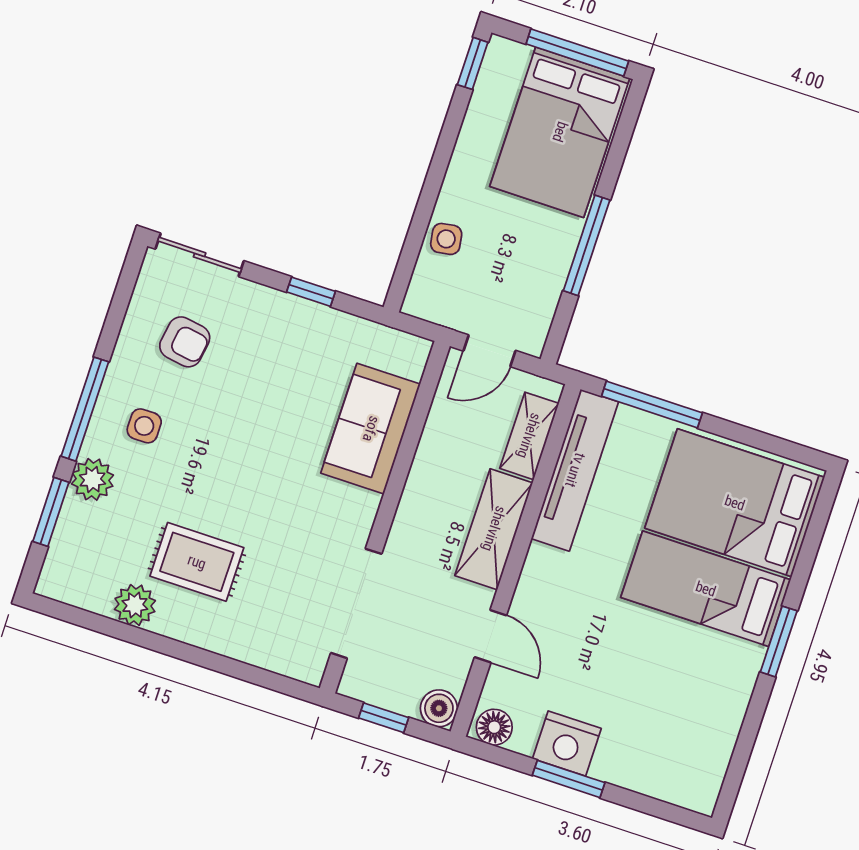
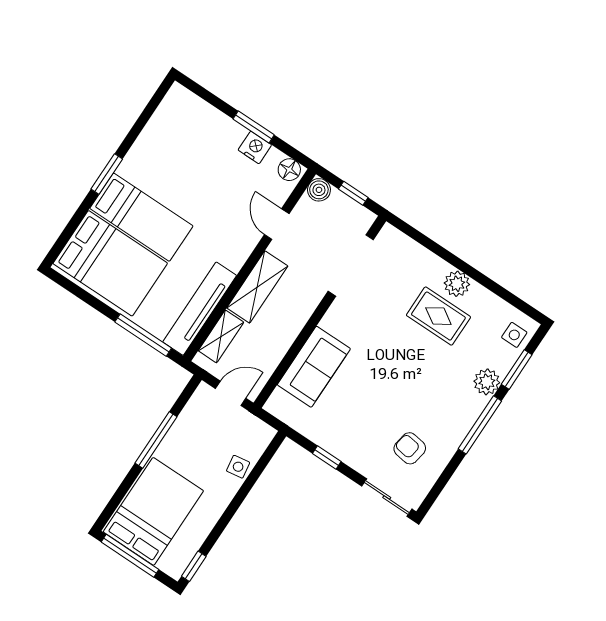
side table: (144, 426) -> (514, 335), moved
plant: (135, 605) -> (457, 284), moved
nightstand: (567, 744) -> (255, 147), width x0.74, depth x0.75

